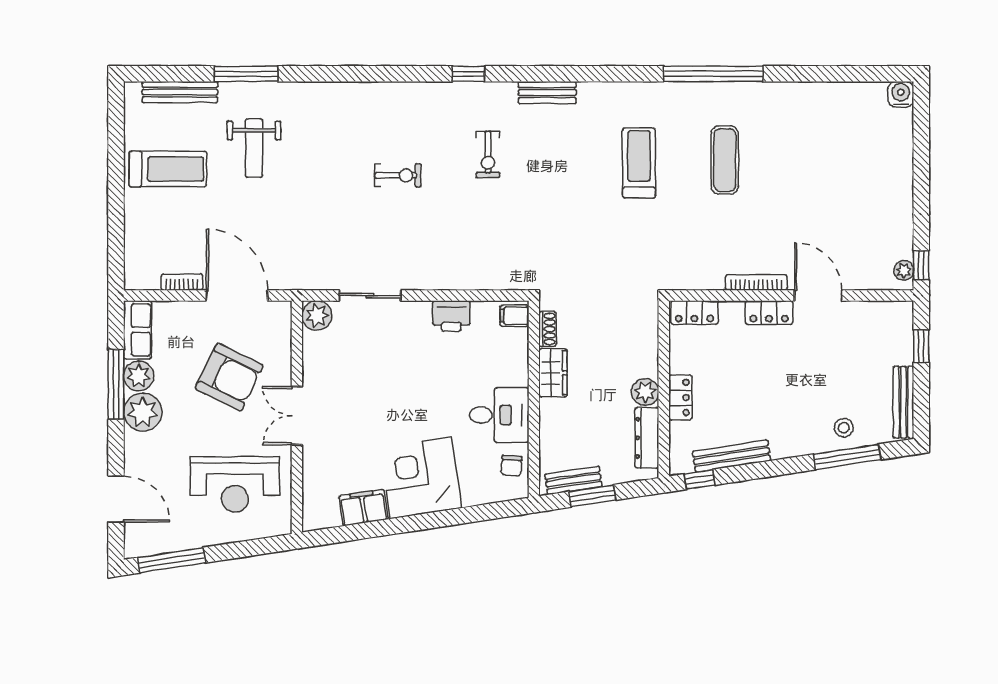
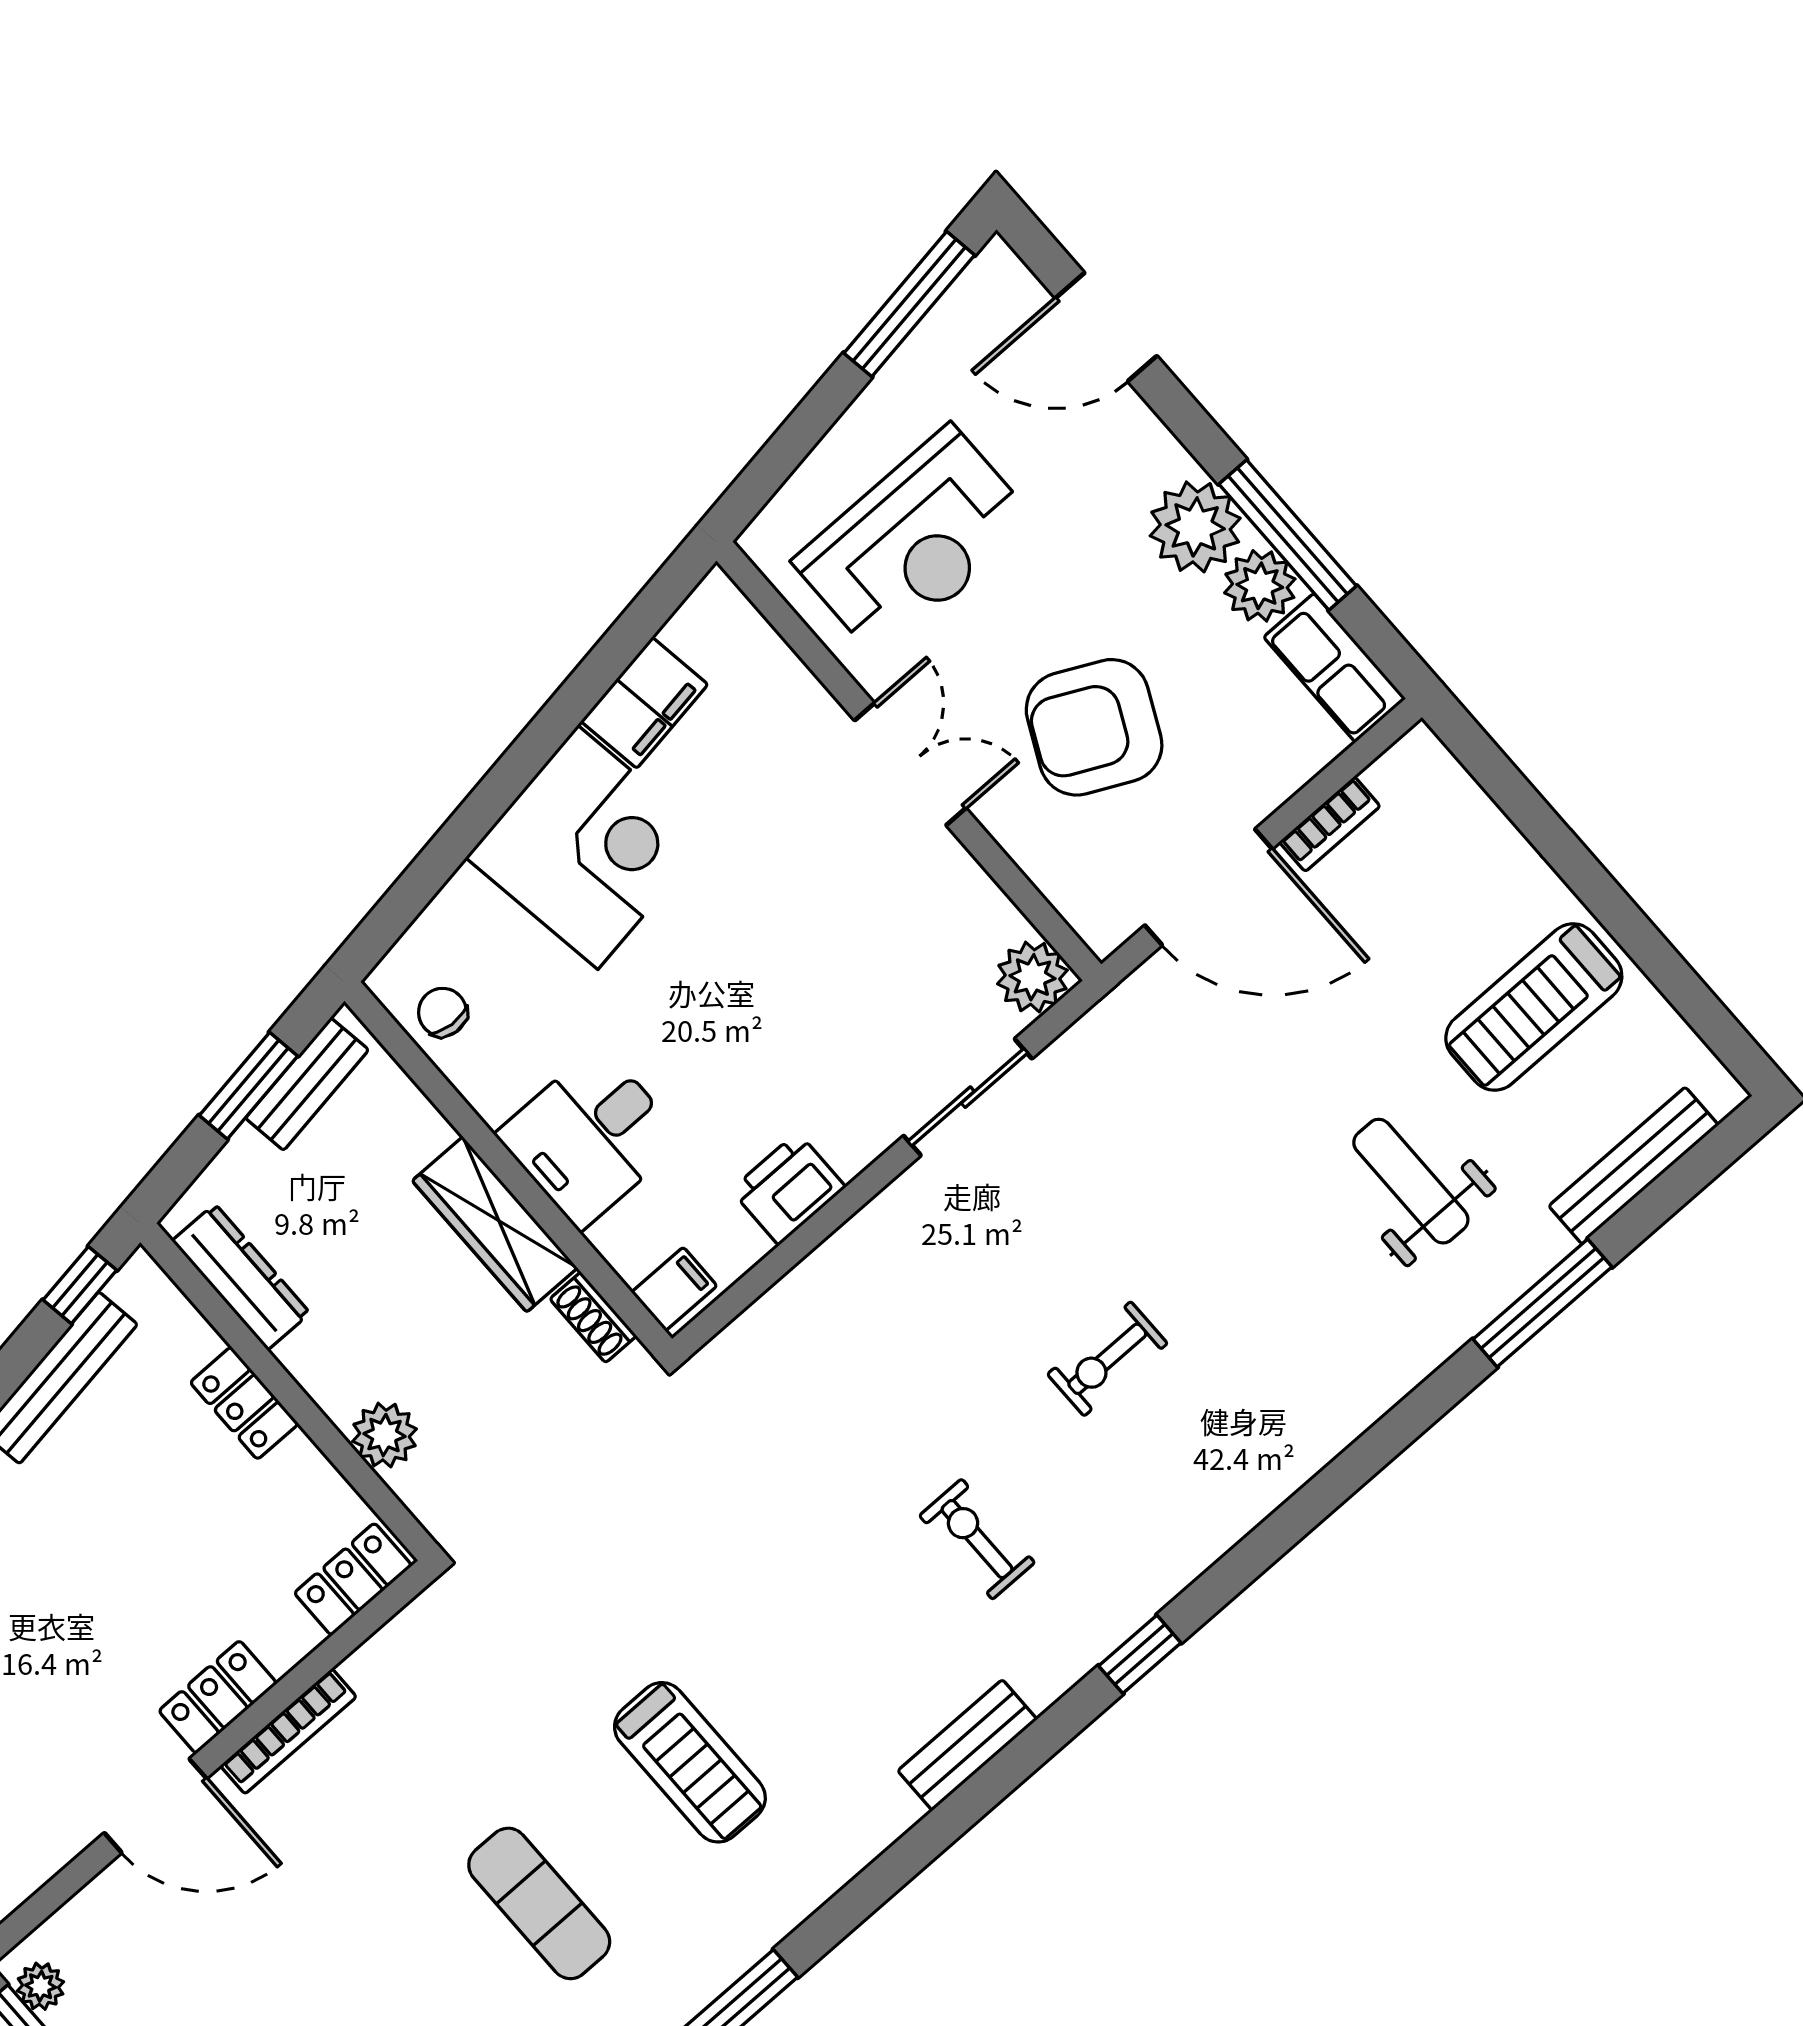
wardrobe: (553, 373) -> (495, 1224), width x1.50
plant: (645, 392) -> (385, 1435), moved
desk: (499, 415) -> (590, 1137), moved
reception desk: (235, 484) -> (914, 542), turned 180

